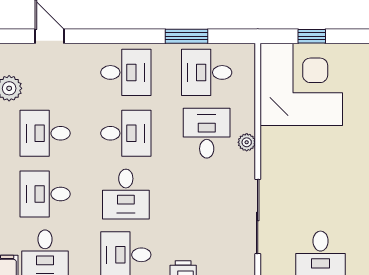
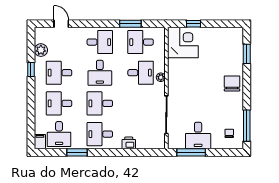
corner desk: (301, 84) -> (183, 43), width x0.74, depth x0.74
desk: (126, 133) -> (100, 73), turned 90
desk: (207, 133) -> (141, 73), turned 90
desk: (126, 194) -> (100, 103), turned 90

